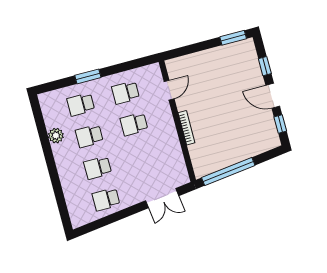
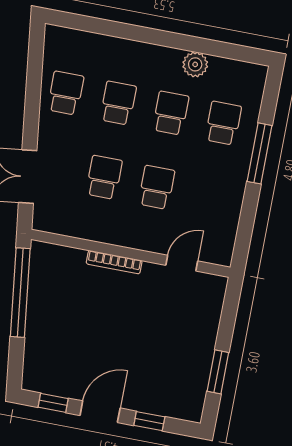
window: (233, 38) -> (218, 372), moved
window: (88, 76) -> (260, 153), width x1.44
door: (169, 90) -> (182, 263), swing flipped
school desk: (126, 93) -> (104, 177), moved

